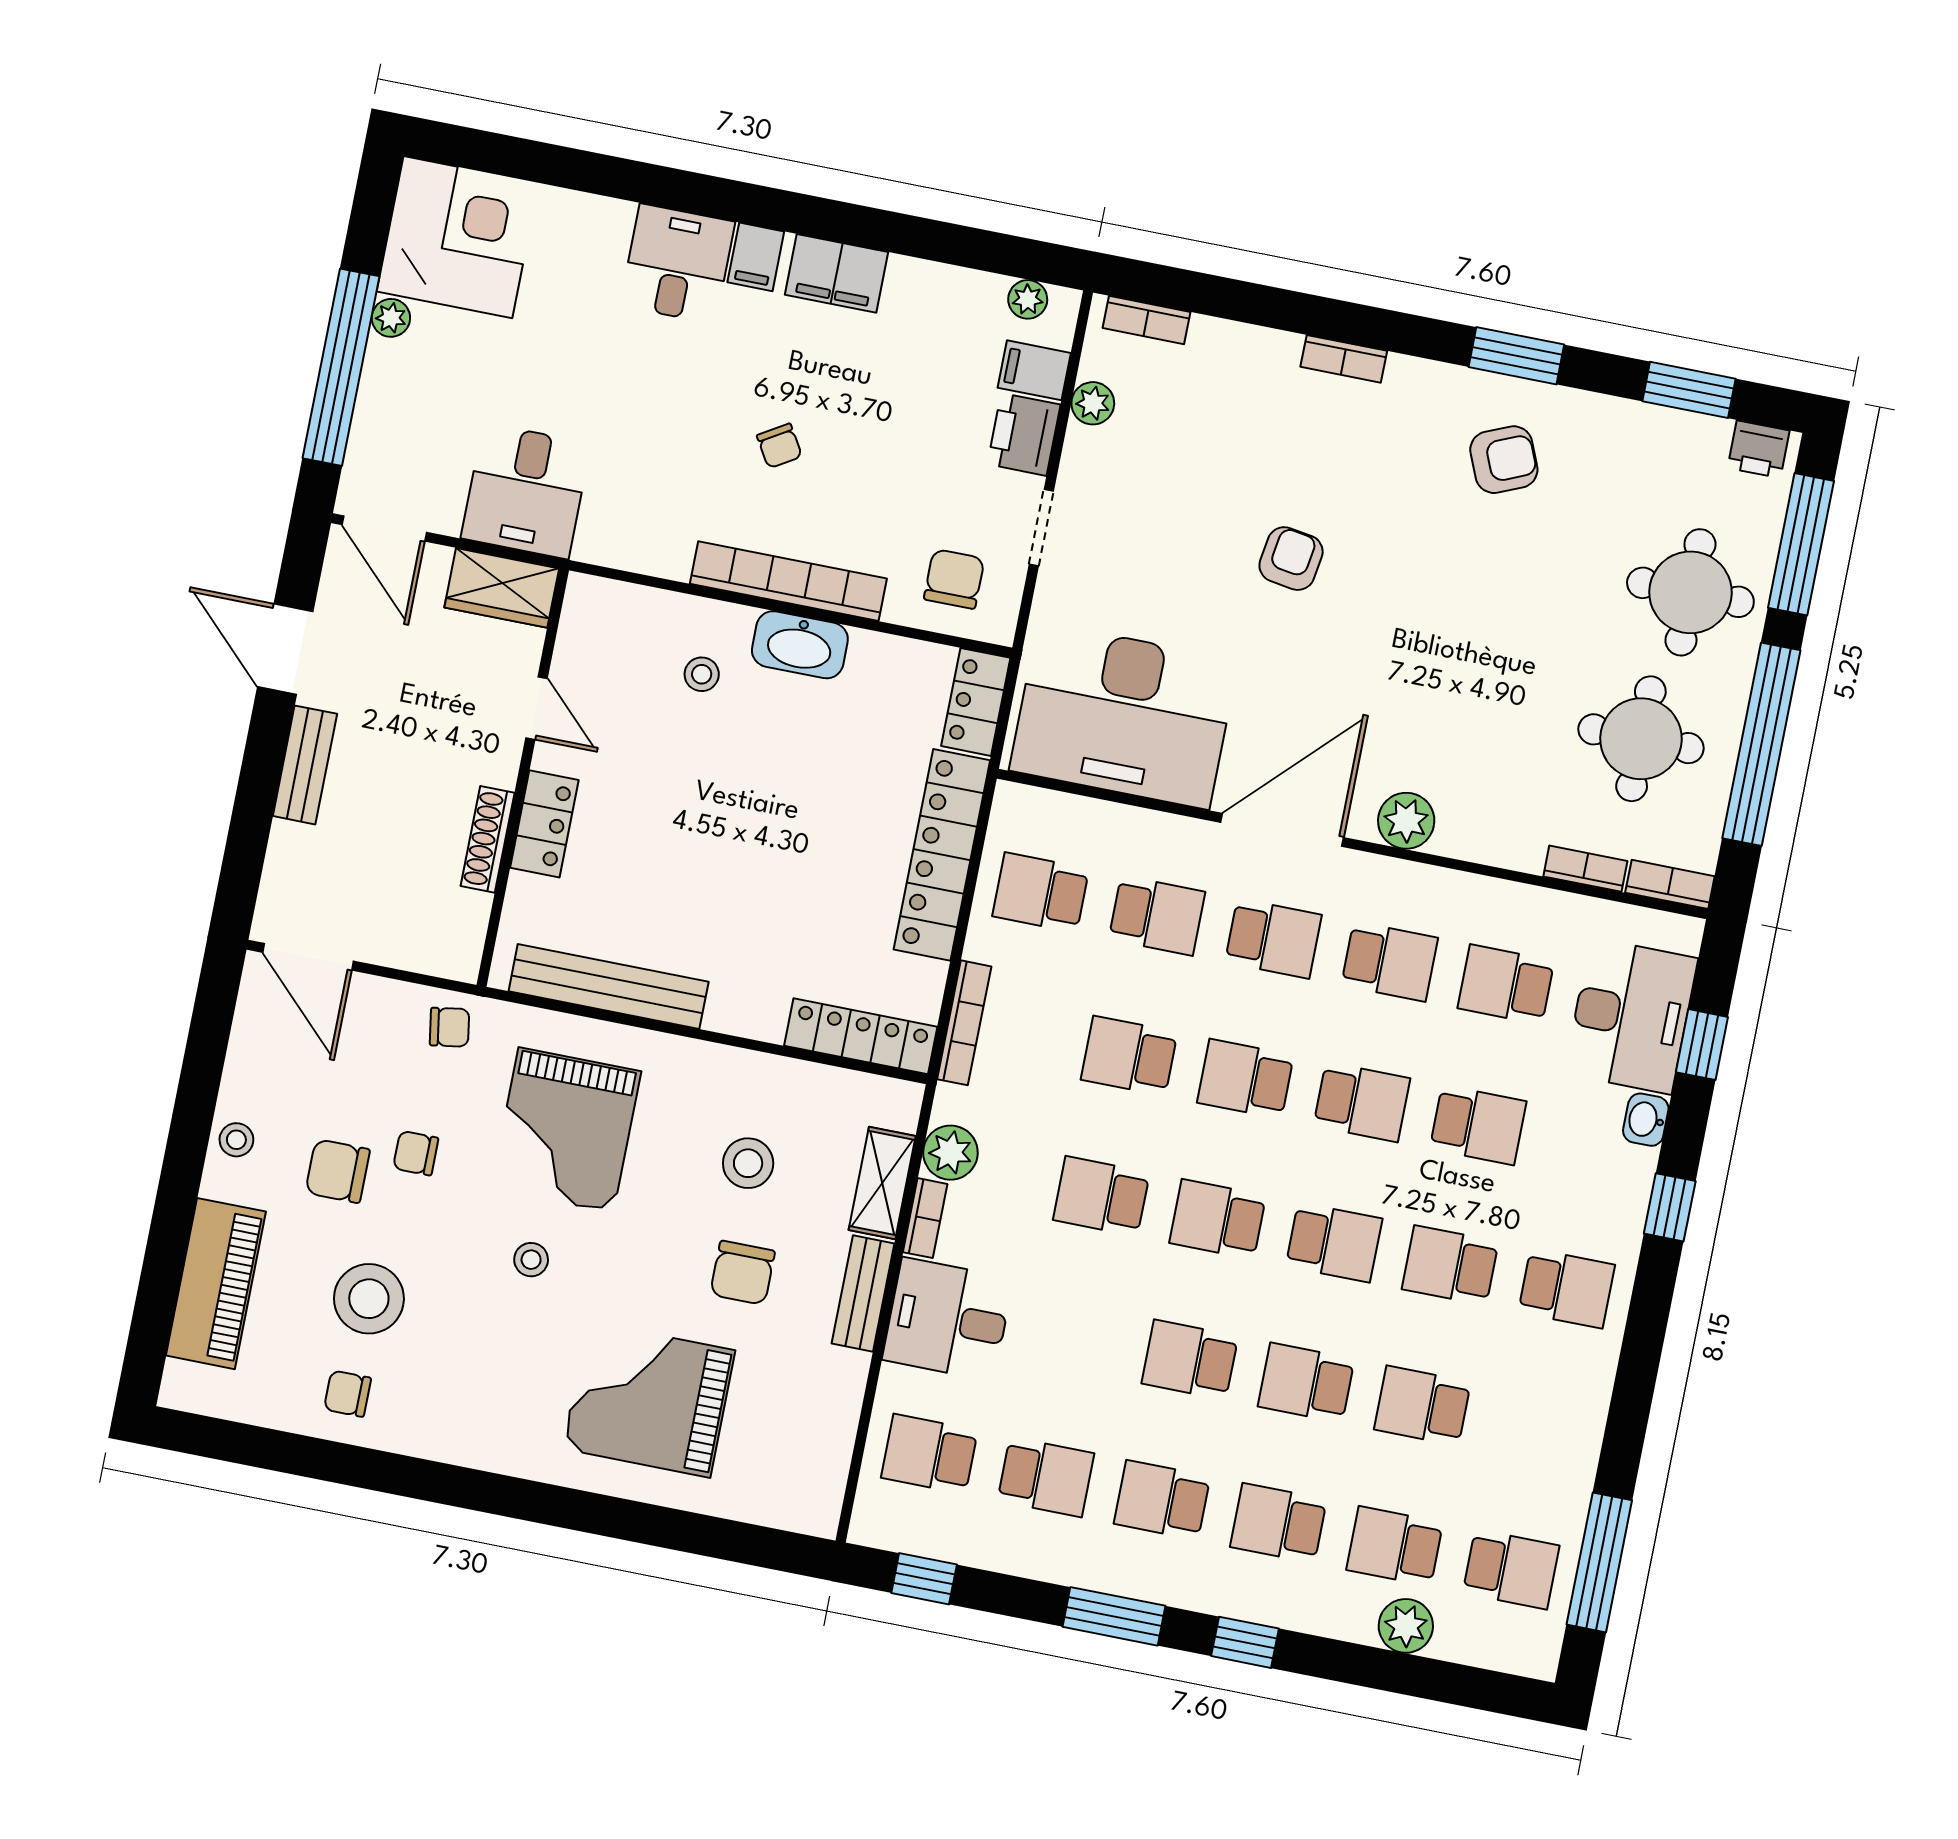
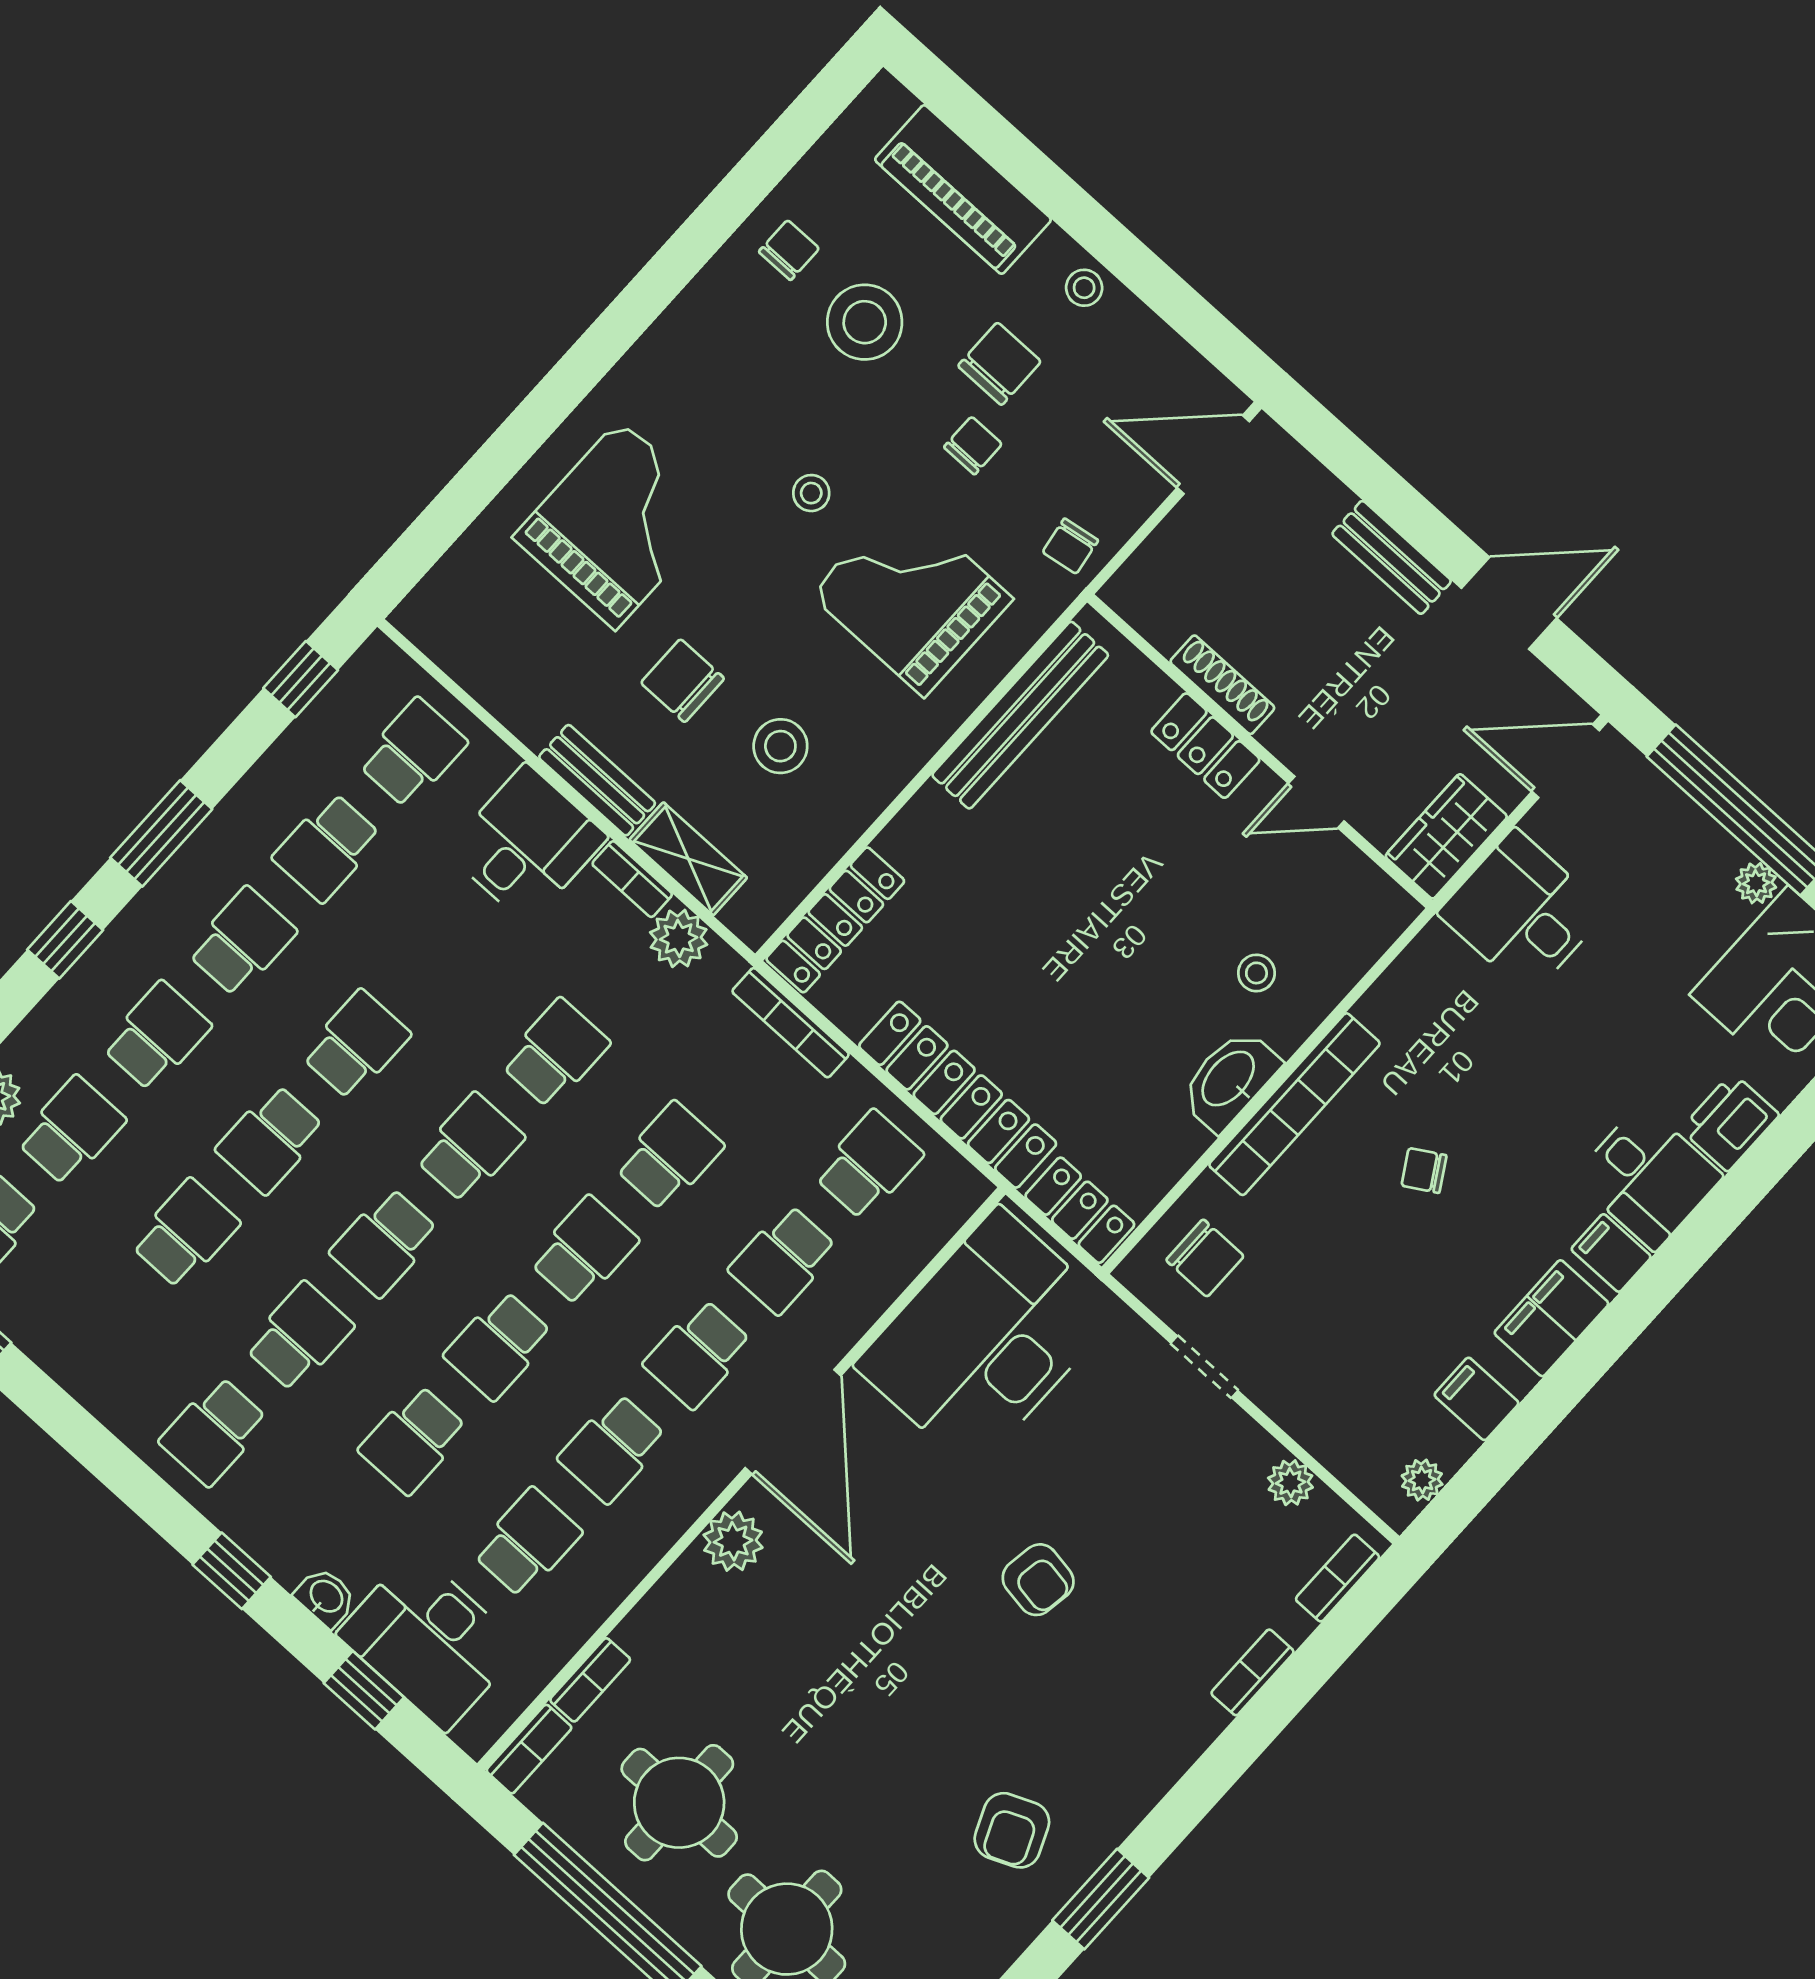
bookcase: (1344, 359) -> (1253, 1672), moved
filing cabinet: (1034, 370) -> (1476, 1399), moved, turned -90
printer: (1024, 434) -> (1730, 1122), moved, turned -90
school desk: (1306, 1383) -> (271, 1139), turned 180

